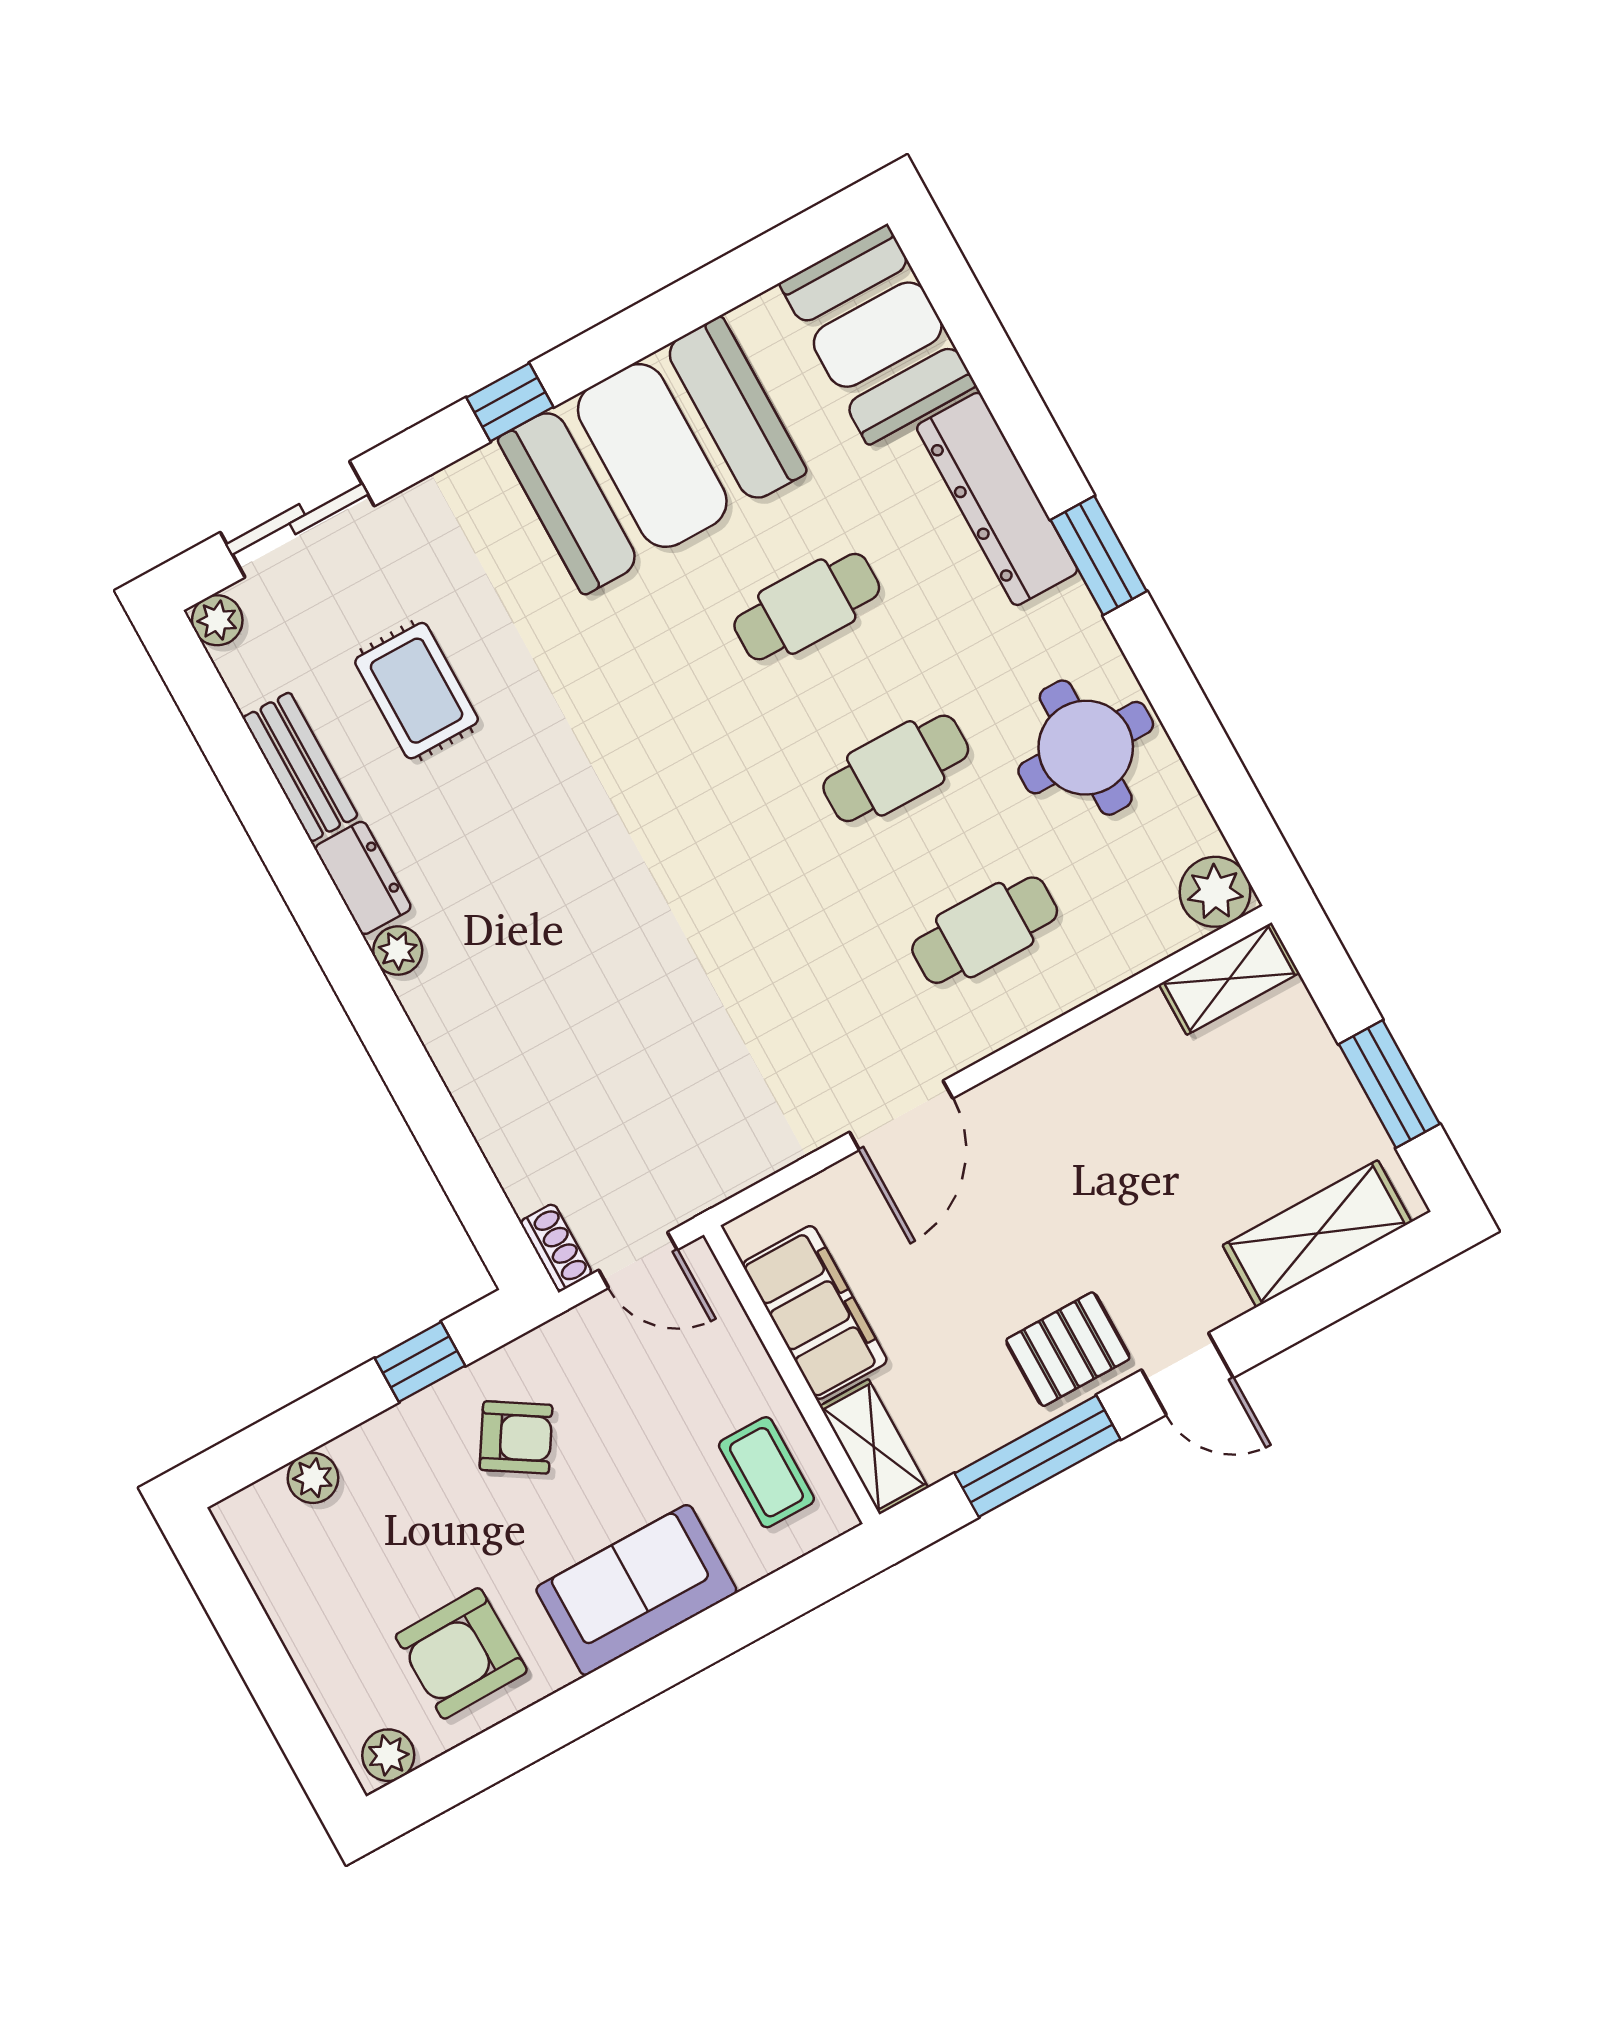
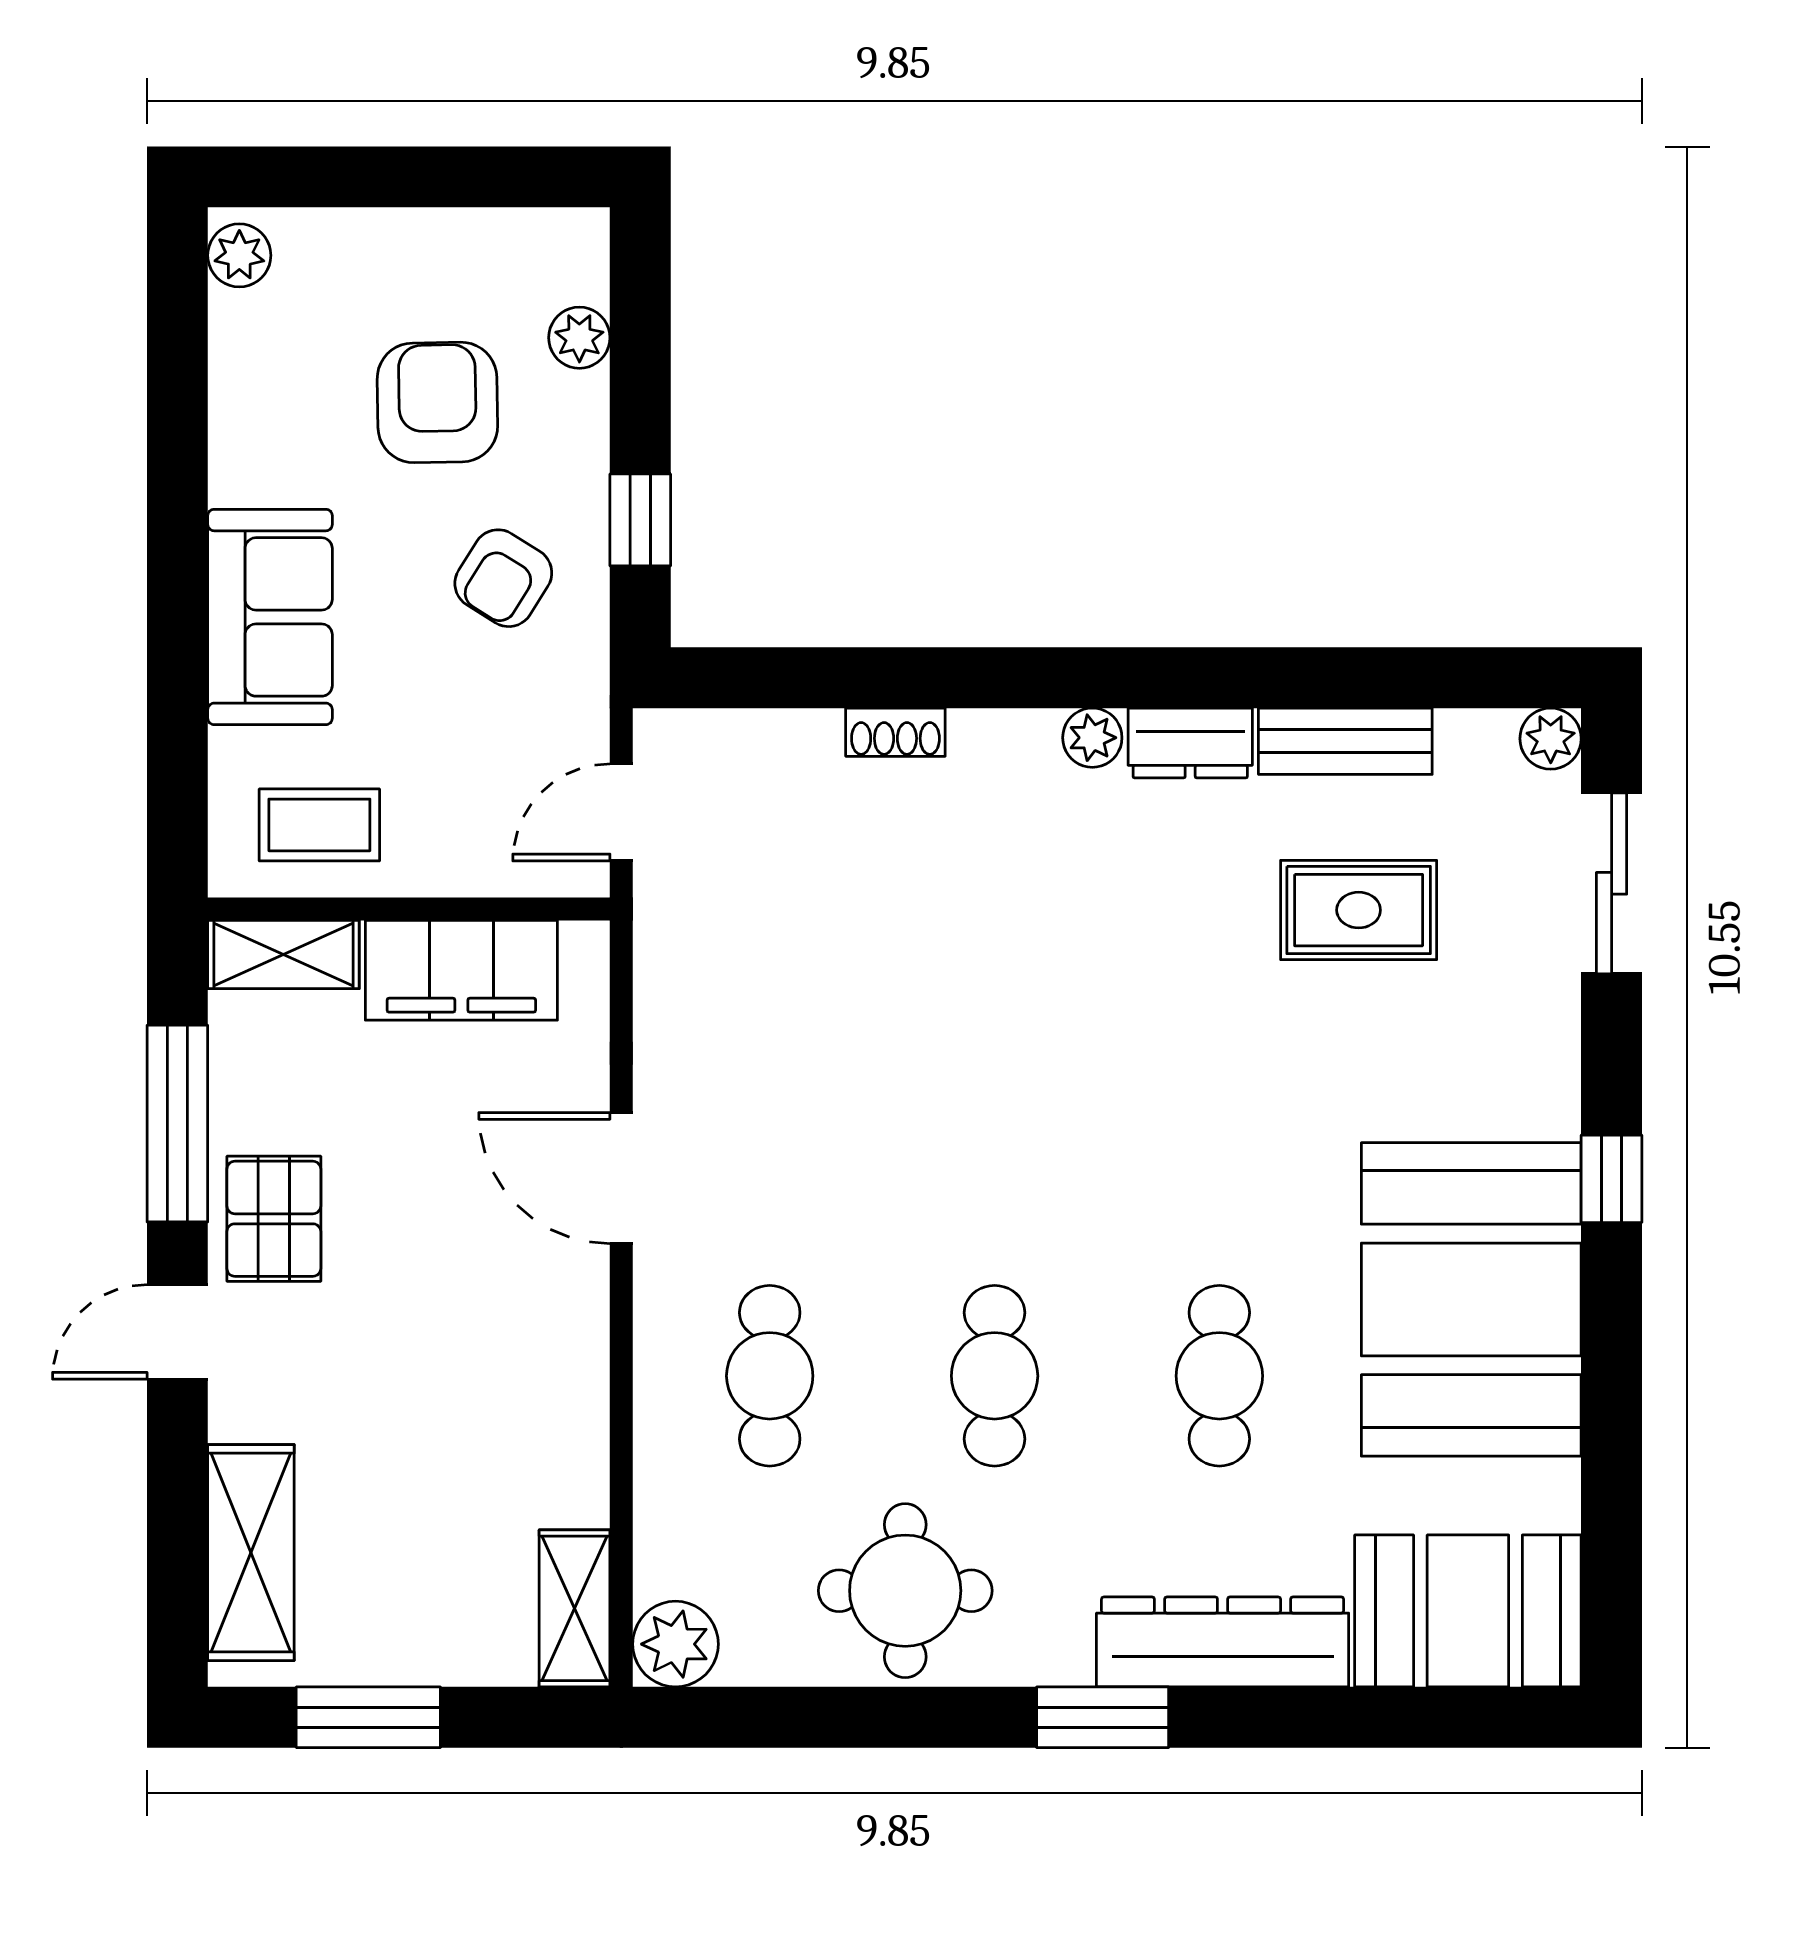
shoe rack: (556, 1248) -> (895, 732), moved
armchair: (461, 1653) -> (437, 402), moved

